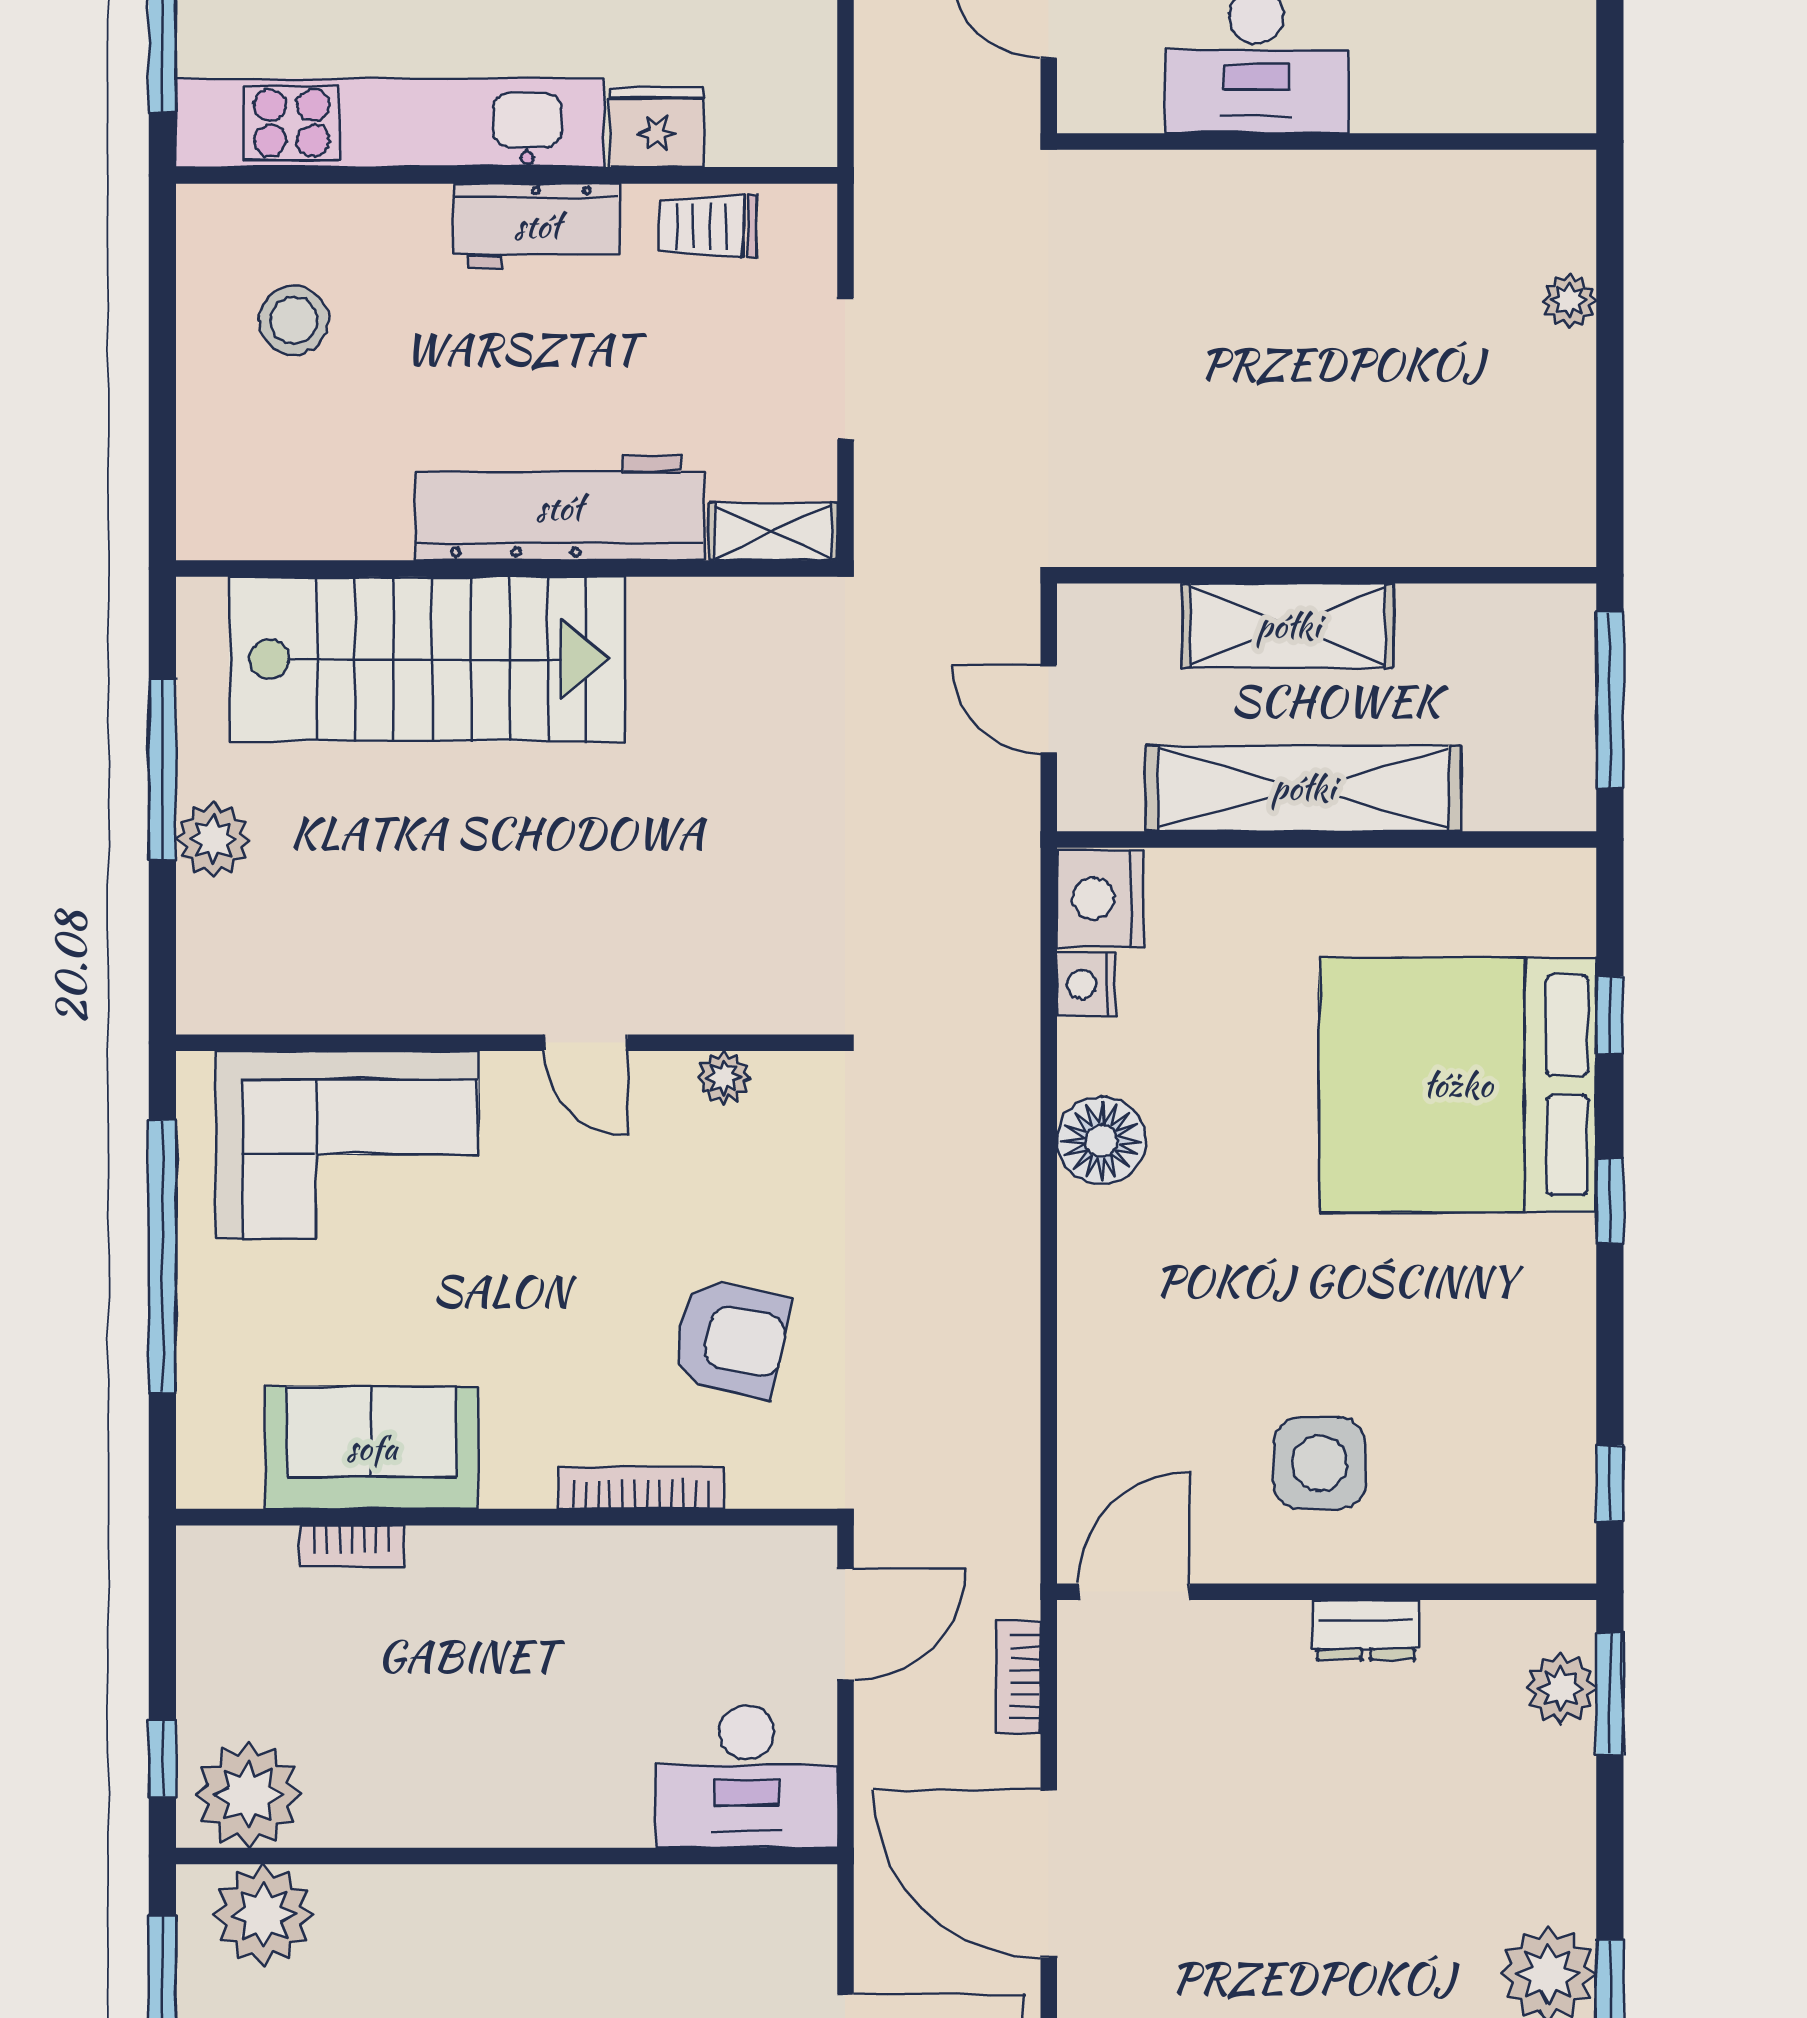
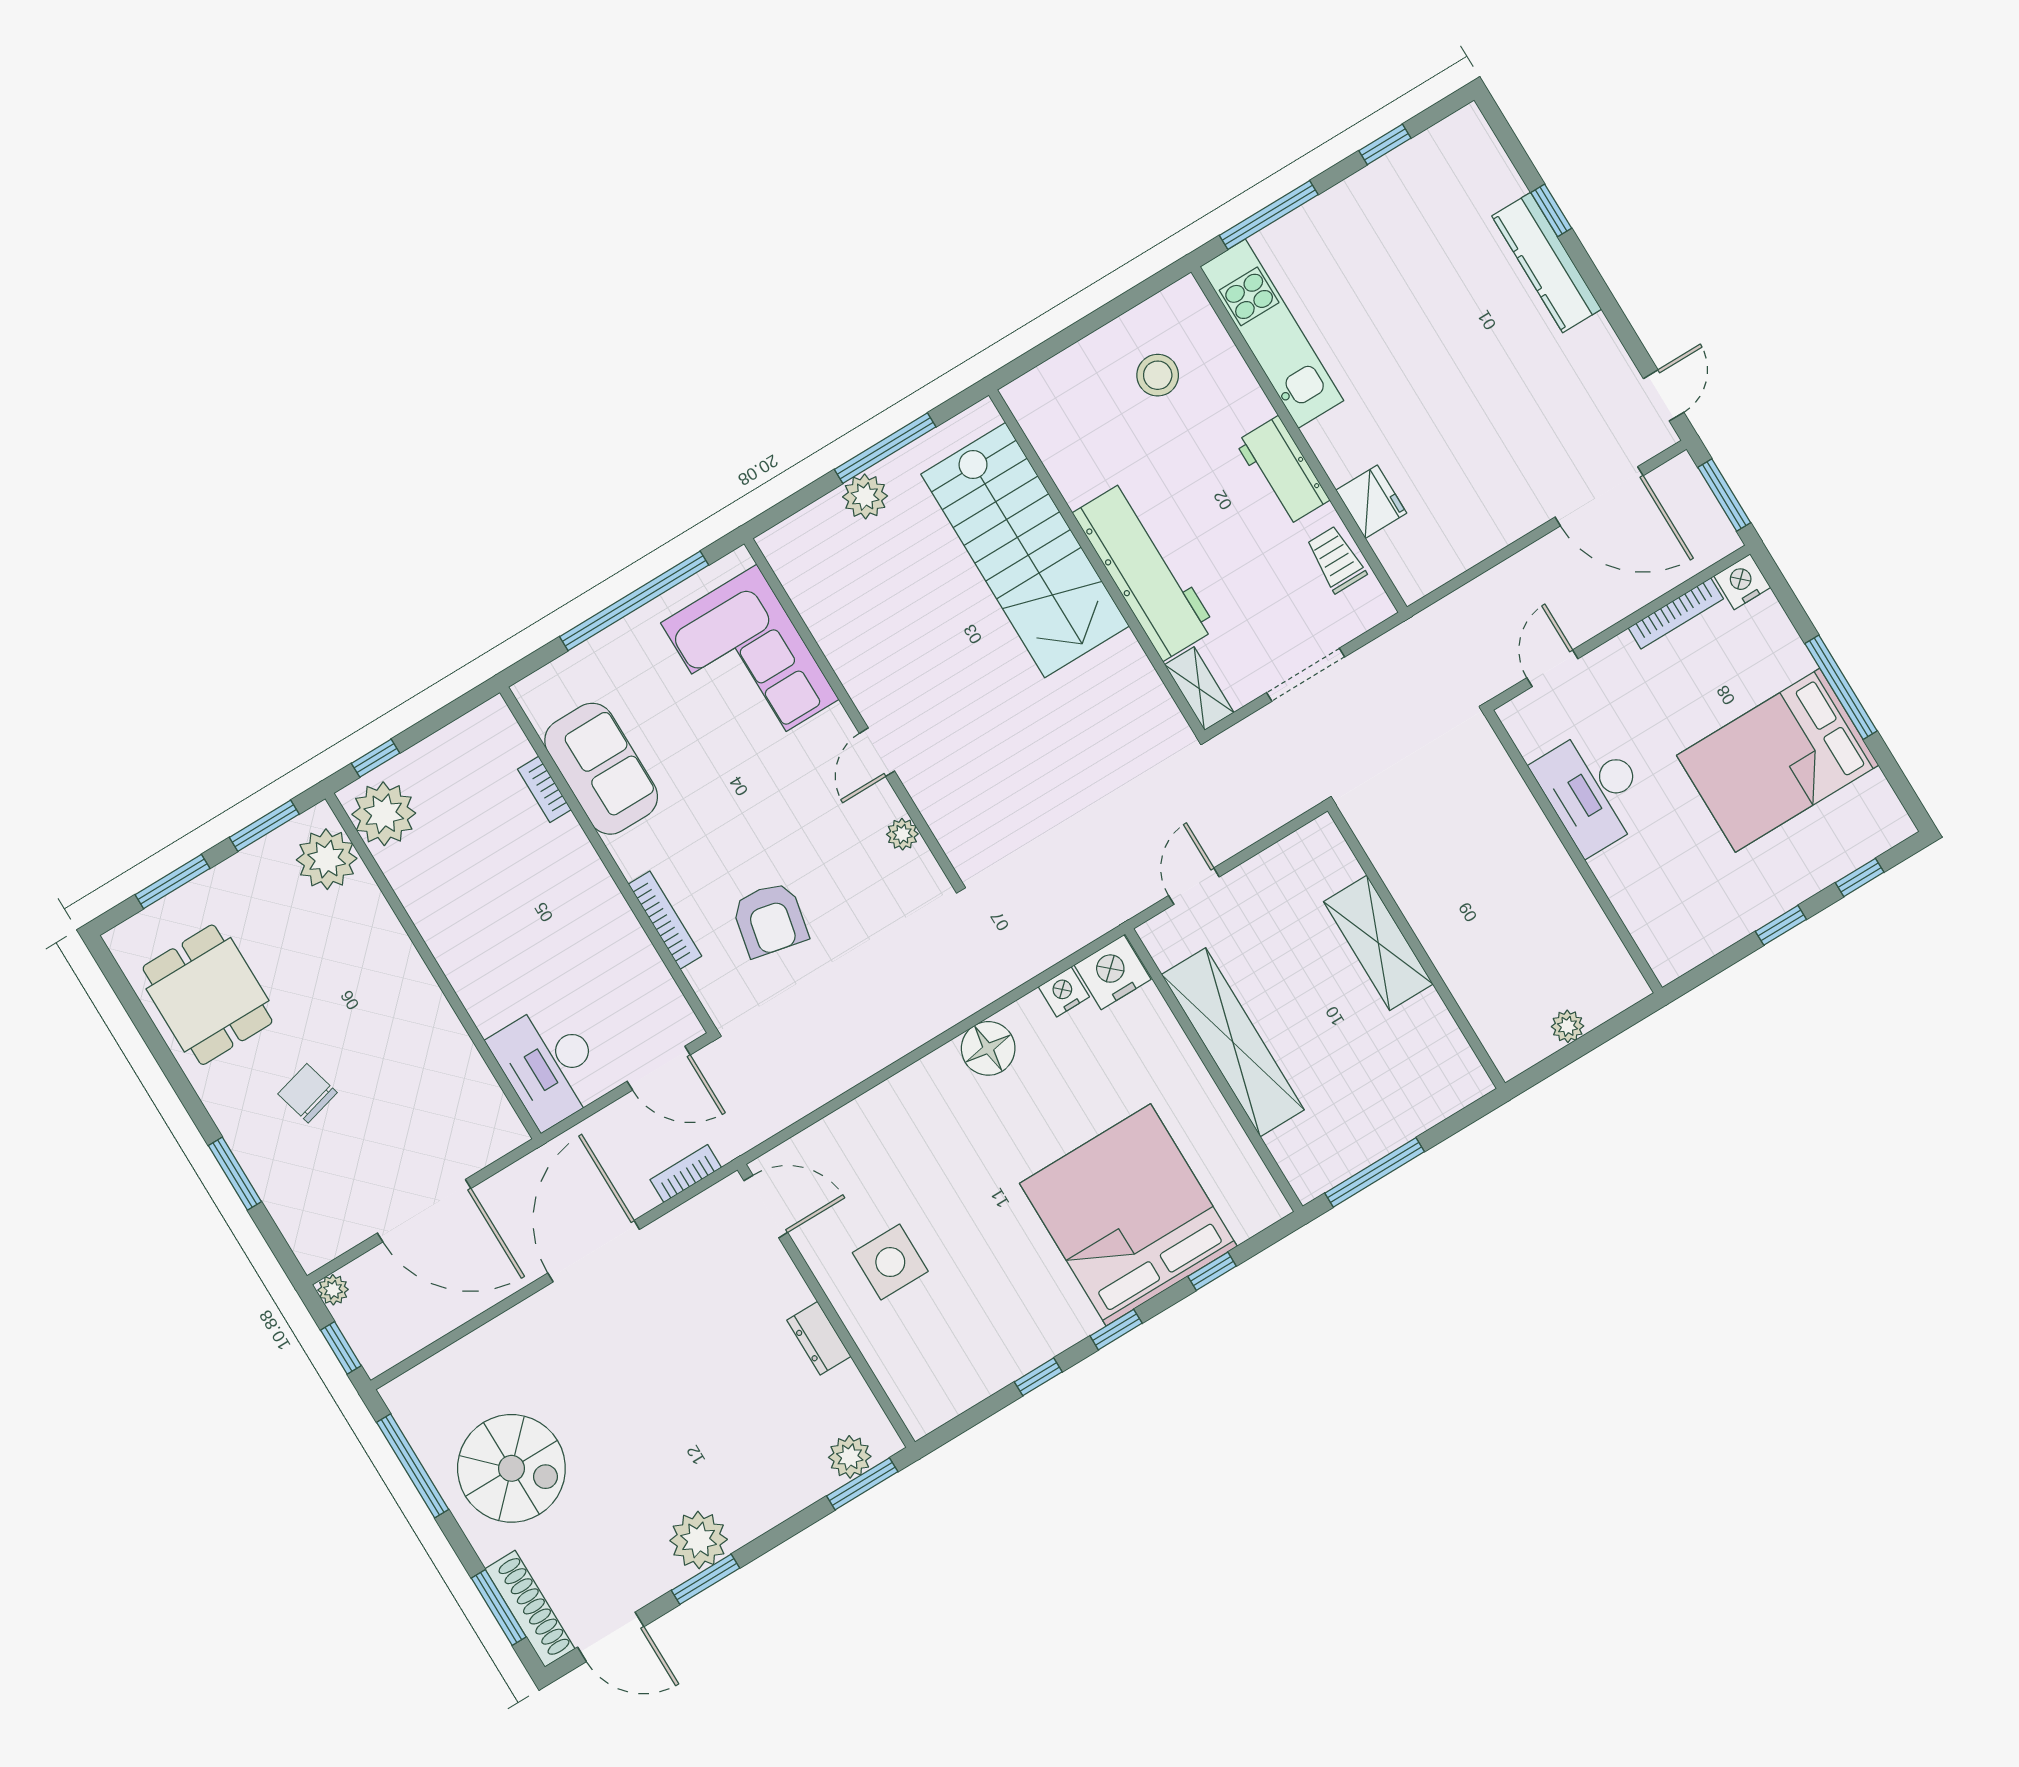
kitchen unit: (390, 123) -> (1272, 334), width x0.73
wall: (1327, 575) -> (1416, 947), moved
shelving: (1288, 626) -> (1378, 943), moved
window: (1610, 1483) -> (1038, 1377), moved

